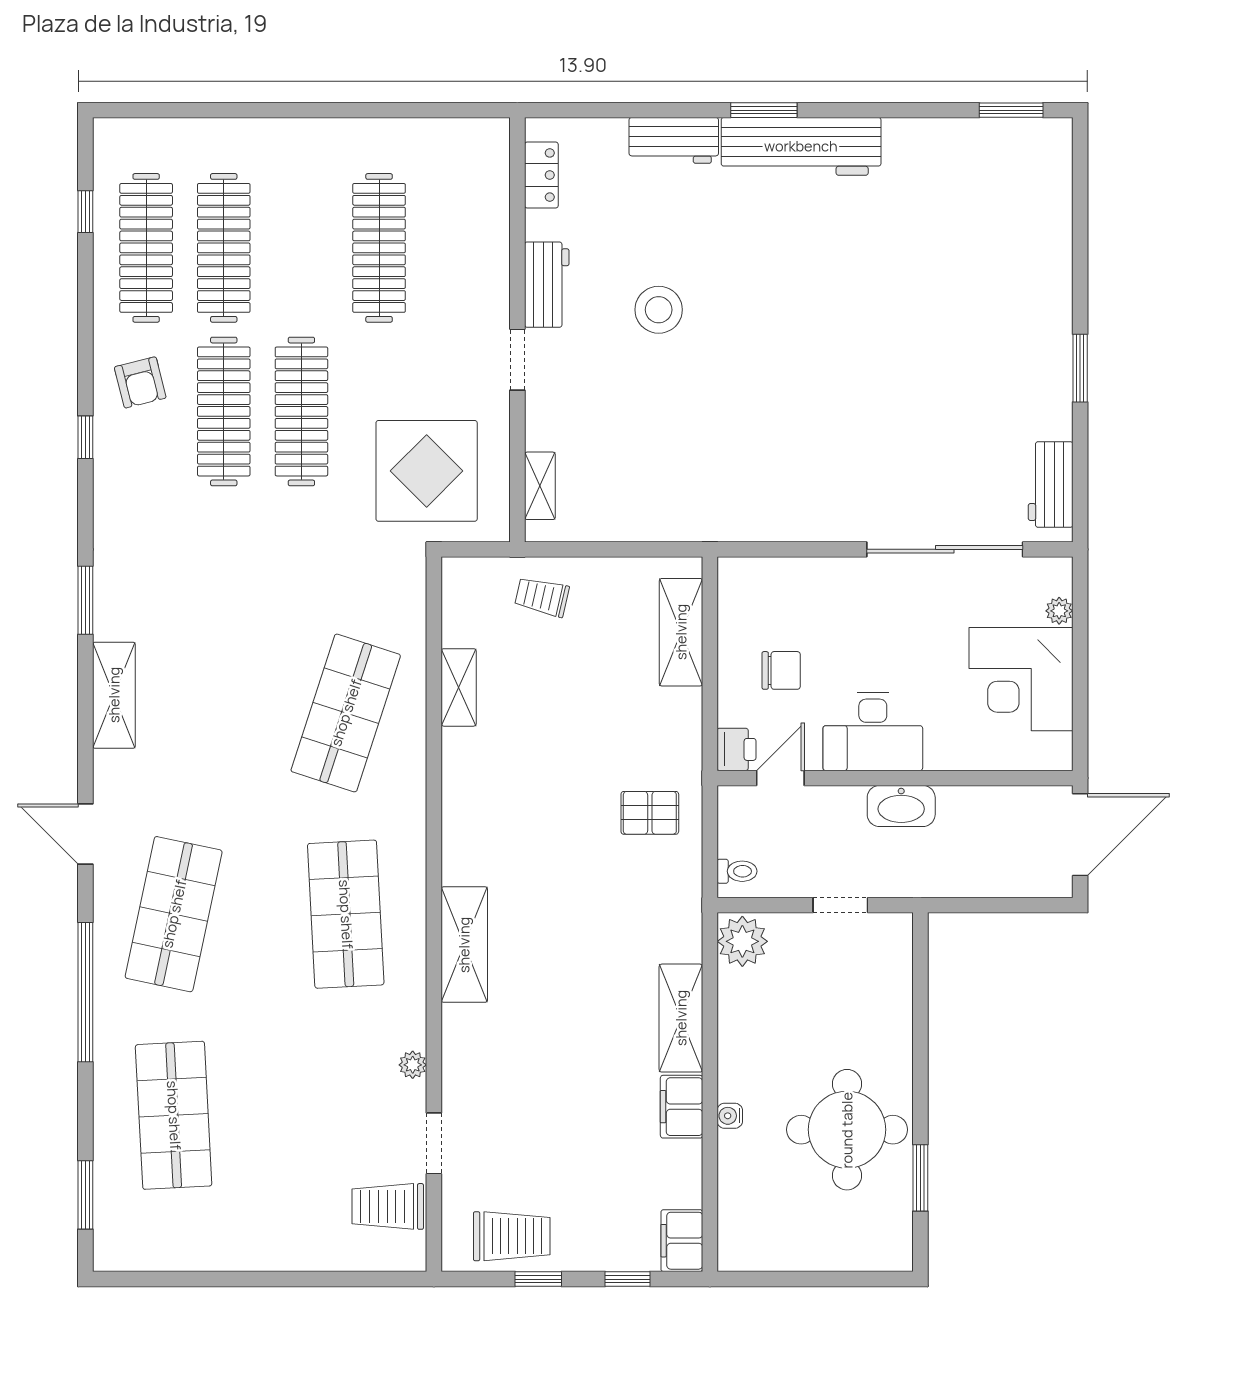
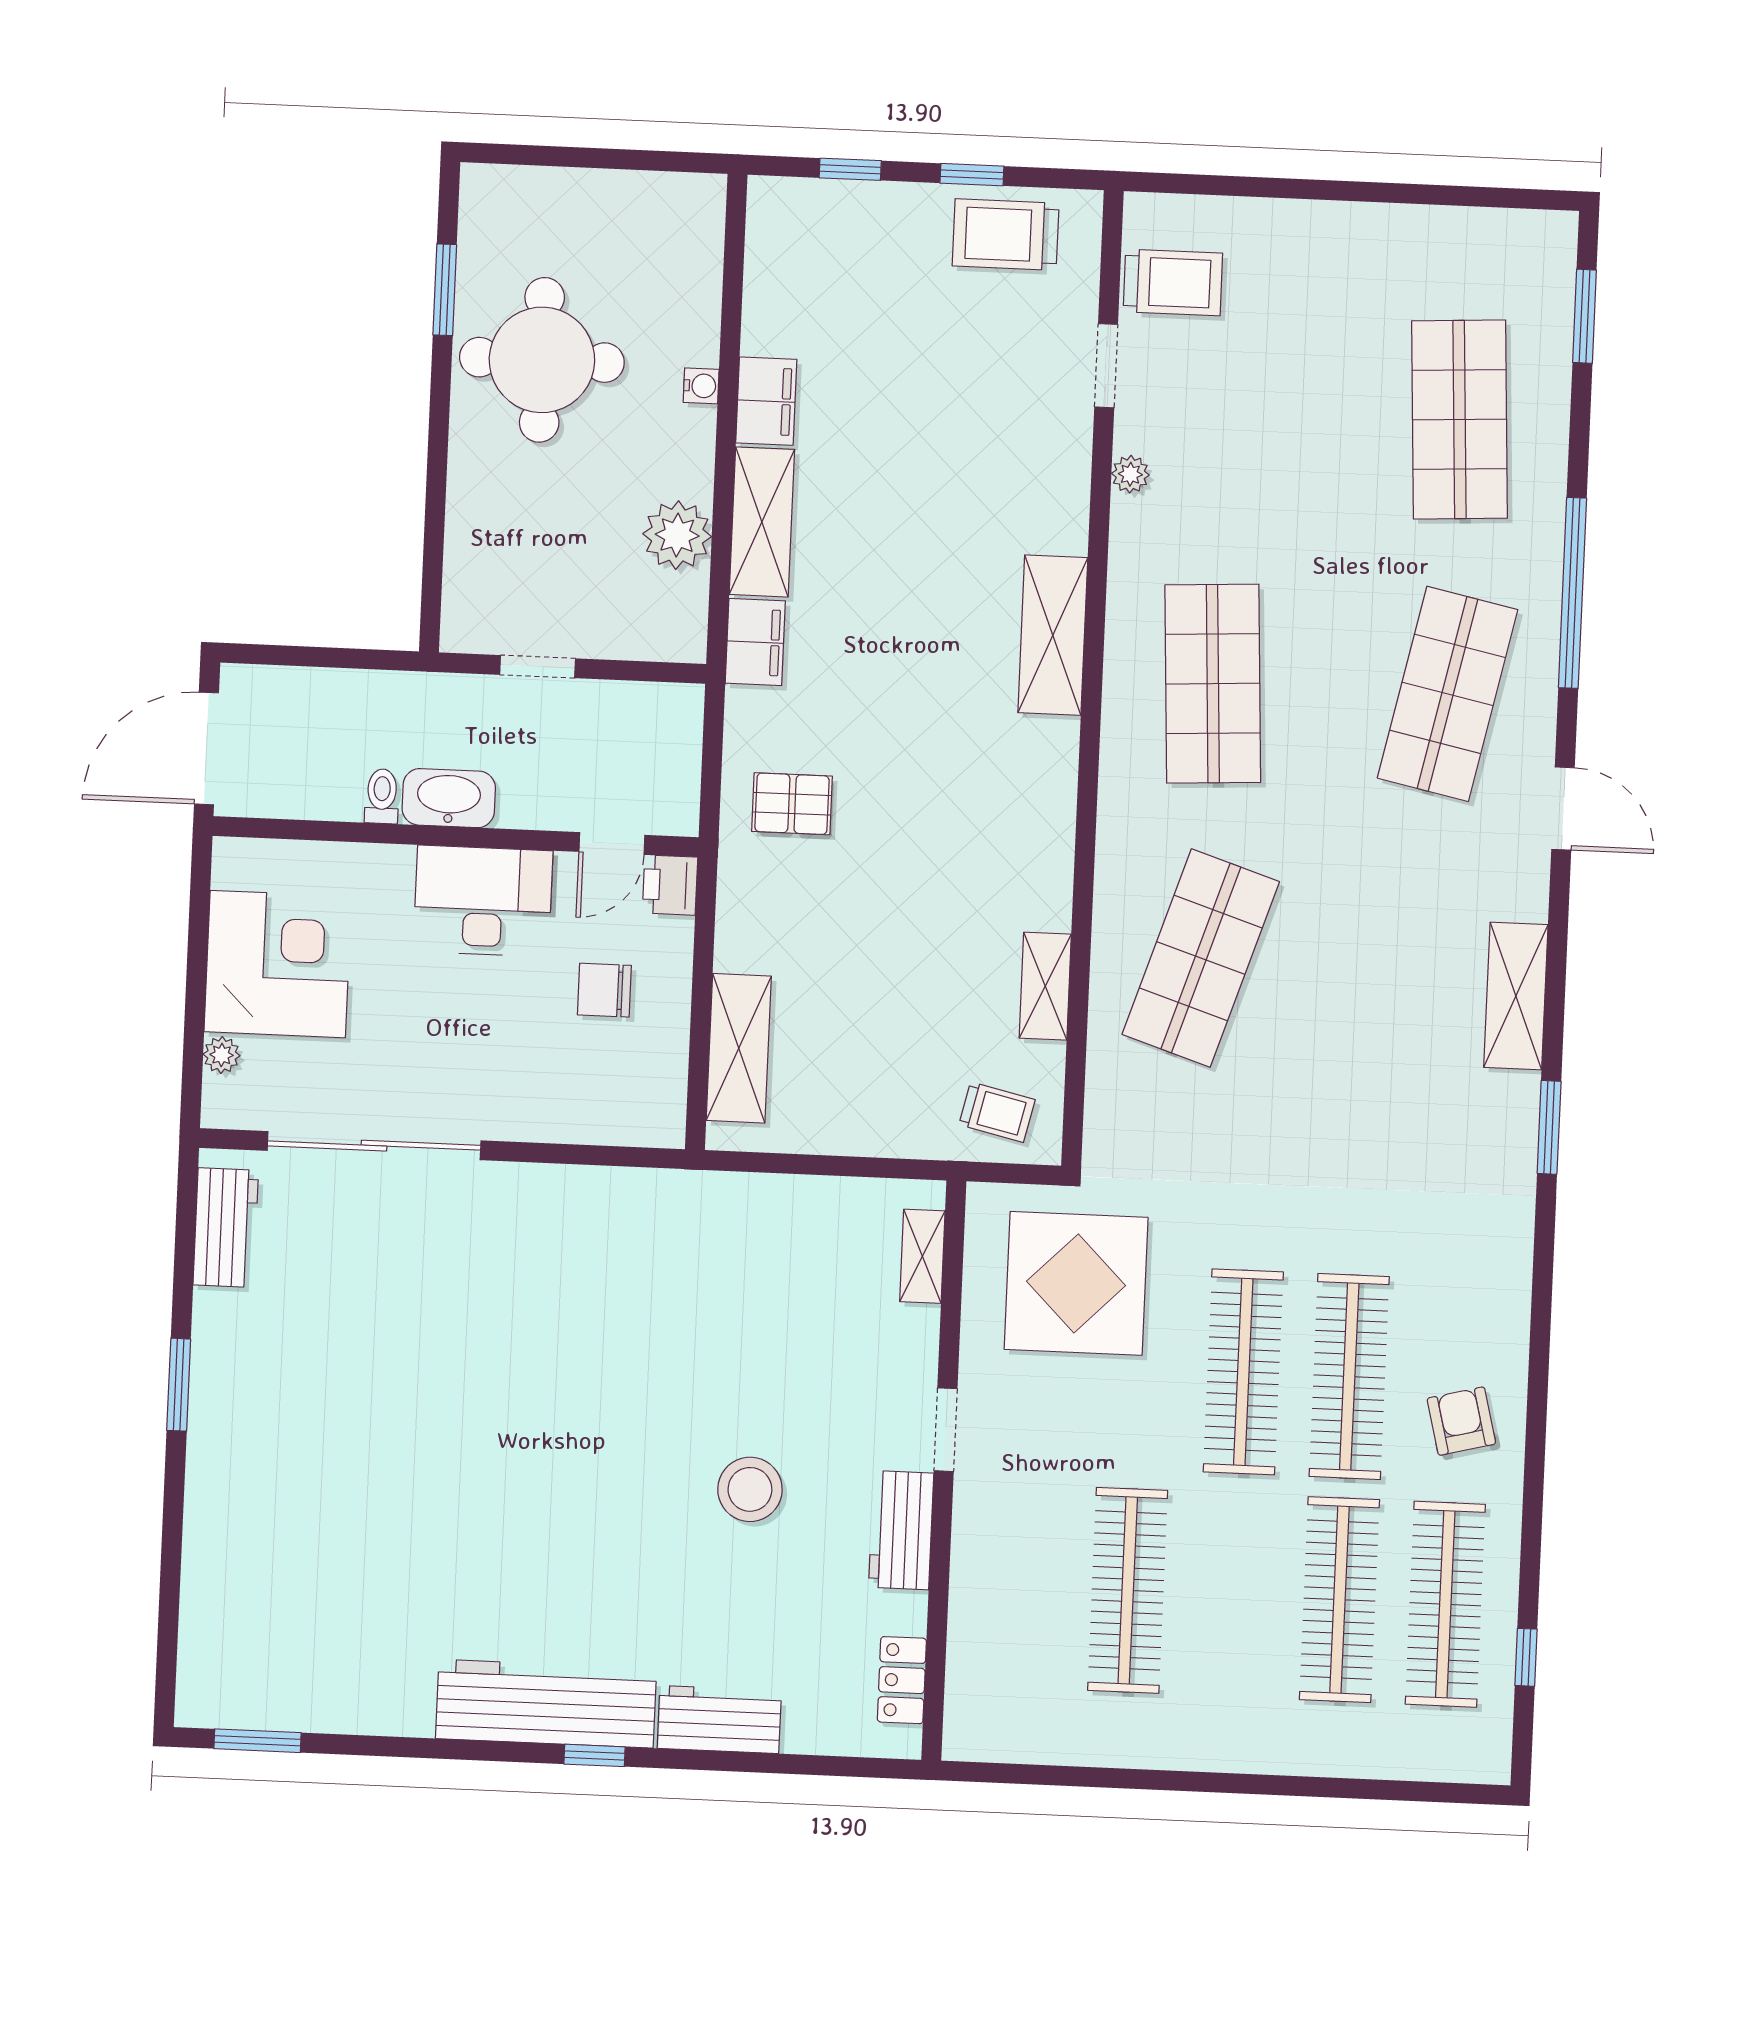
window: (764, 110) -> (594, 1755), width x0.67
window: (85, 437) -> (1539, 1349), removed
trolley: (542, 597) -> (997, 1112), moved
toilet: (737, 871) -> (382, 796), moved, turned 90
plant: (742, 941) -> (677, 535), moved
filing cabinet: (682, 1241) -> (755, 642), moved

